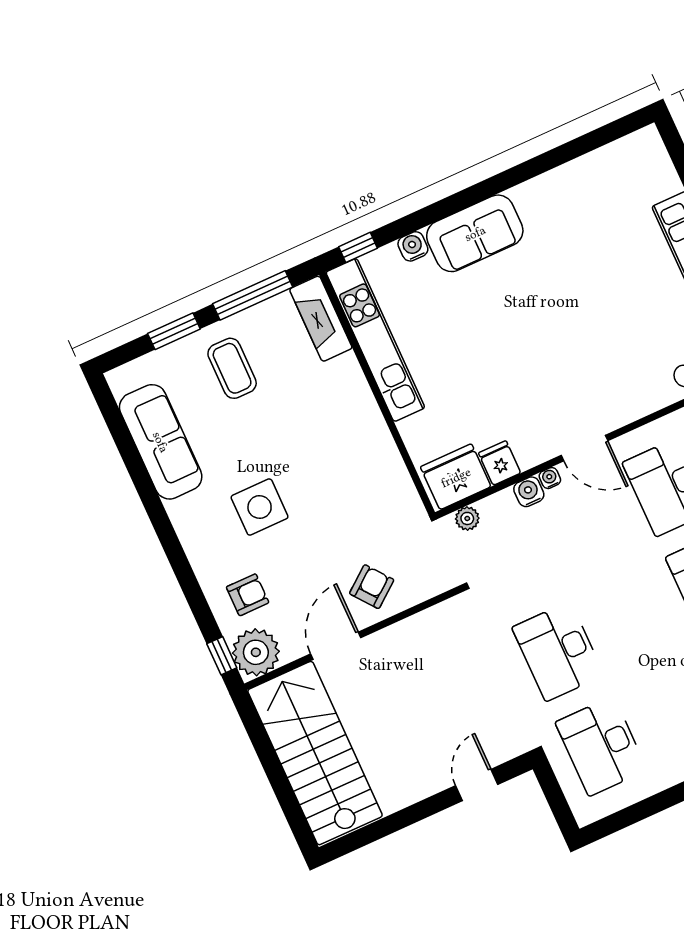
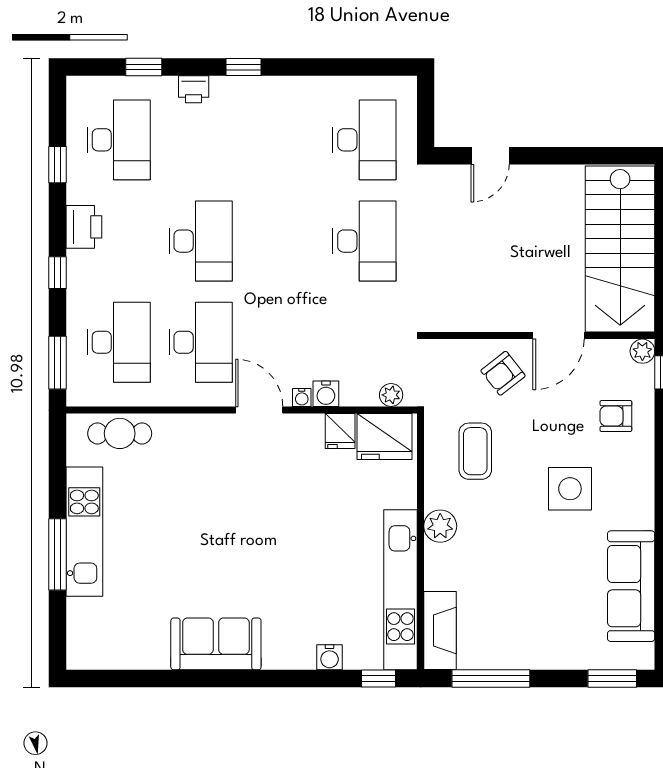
sofa: (475, 233) -> (216, 644), moved
window: (174, 331) -> (612, 678), moved
coffee table: (232, 368) -> (475, 451), moved
plant: (365, 417) -> (440, 526), added
plant: (256, 652) -> (642, 351), width x0.53, depth x0.53

